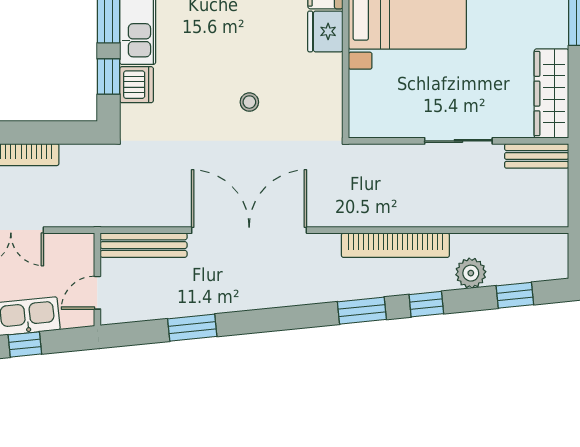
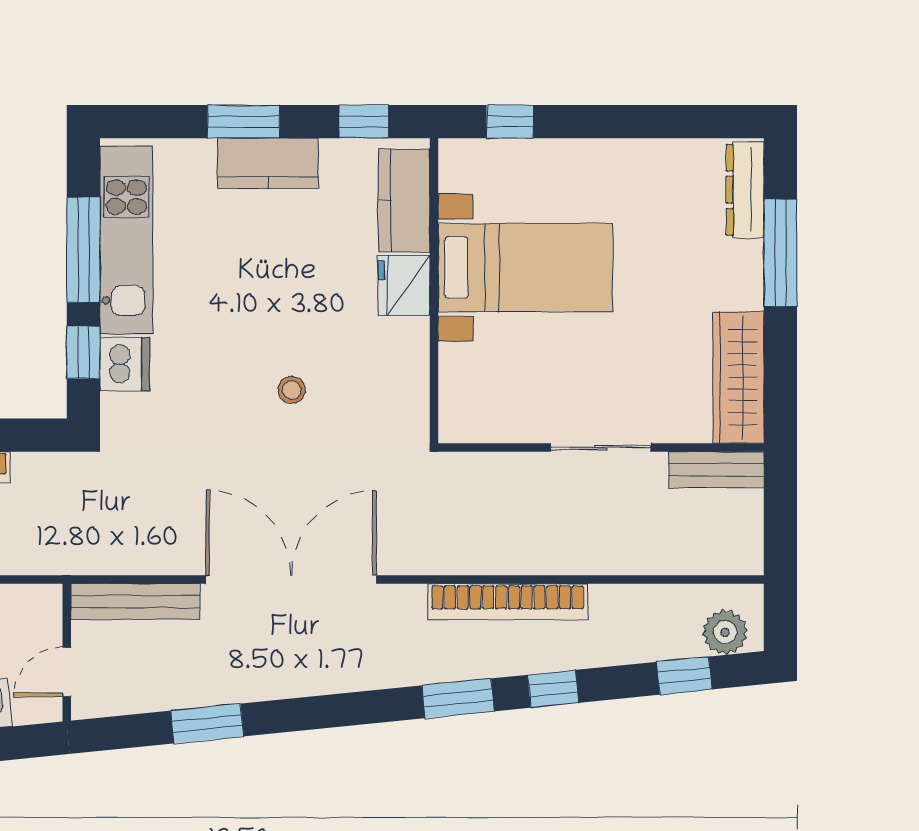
plant: (471, 273) -> (725, 632), moved

